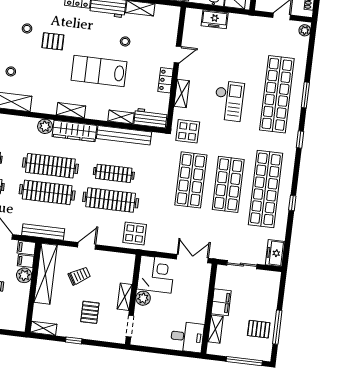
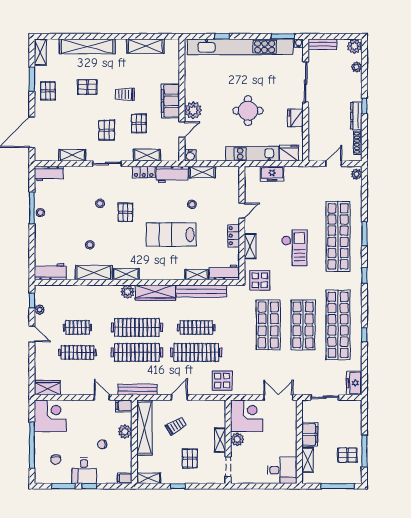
pallet: (53, 41) -> (125, 212), turned 90
shelving: (71, 110) -> (126, 274), moved
filing cabinet: (26, 261) -> (125, 478), moved

